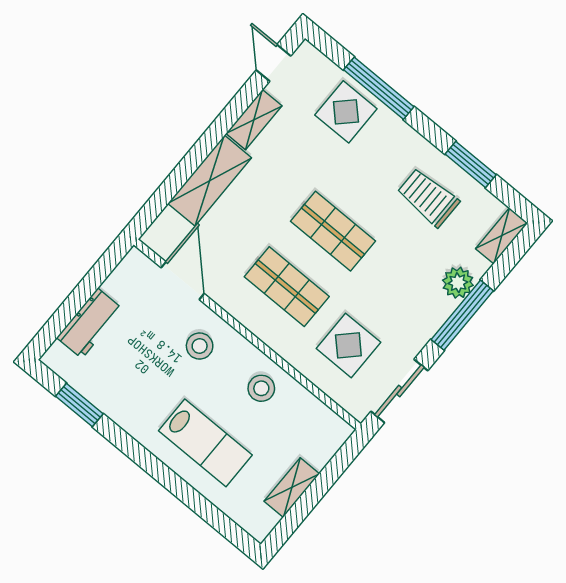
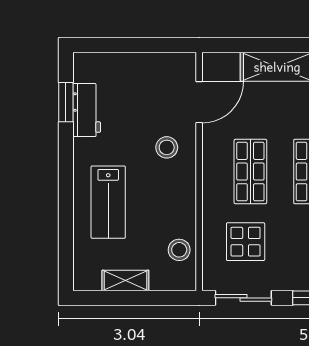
workbench: (90, 323) -> (87, 110), moved, turned -90
stool: (261, 388) -> (179, 250), moved

